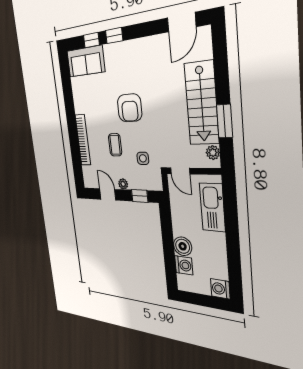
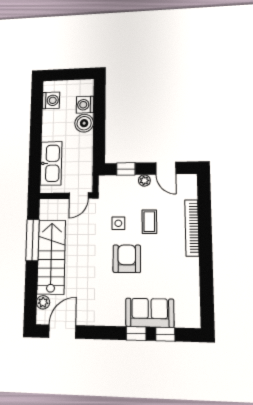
sofa: (86, 61) -> (150, 313), moved
window: (225, 121) -> (32, 240), width x1.44
plant: (213, 153) -> (43, 302), moved
side table: (143, 158) -> (118, 223), moved
door: (180, 171) -> (79, 196), swing flipped
washing machine: (220, 289) -> (51, 100), moved

